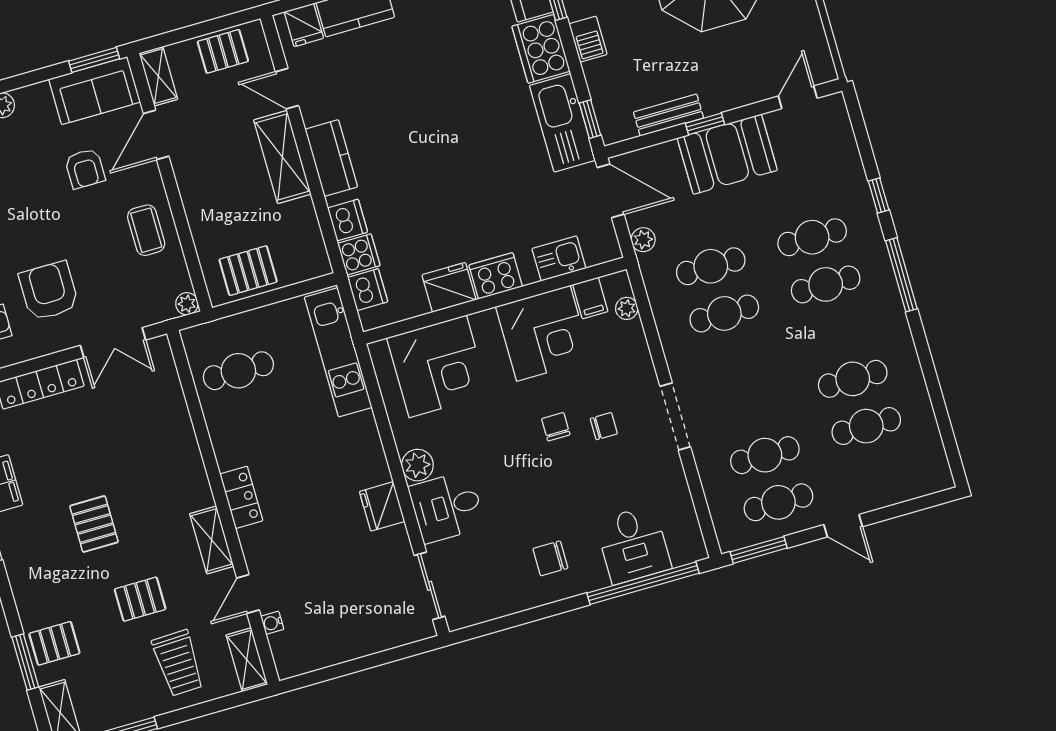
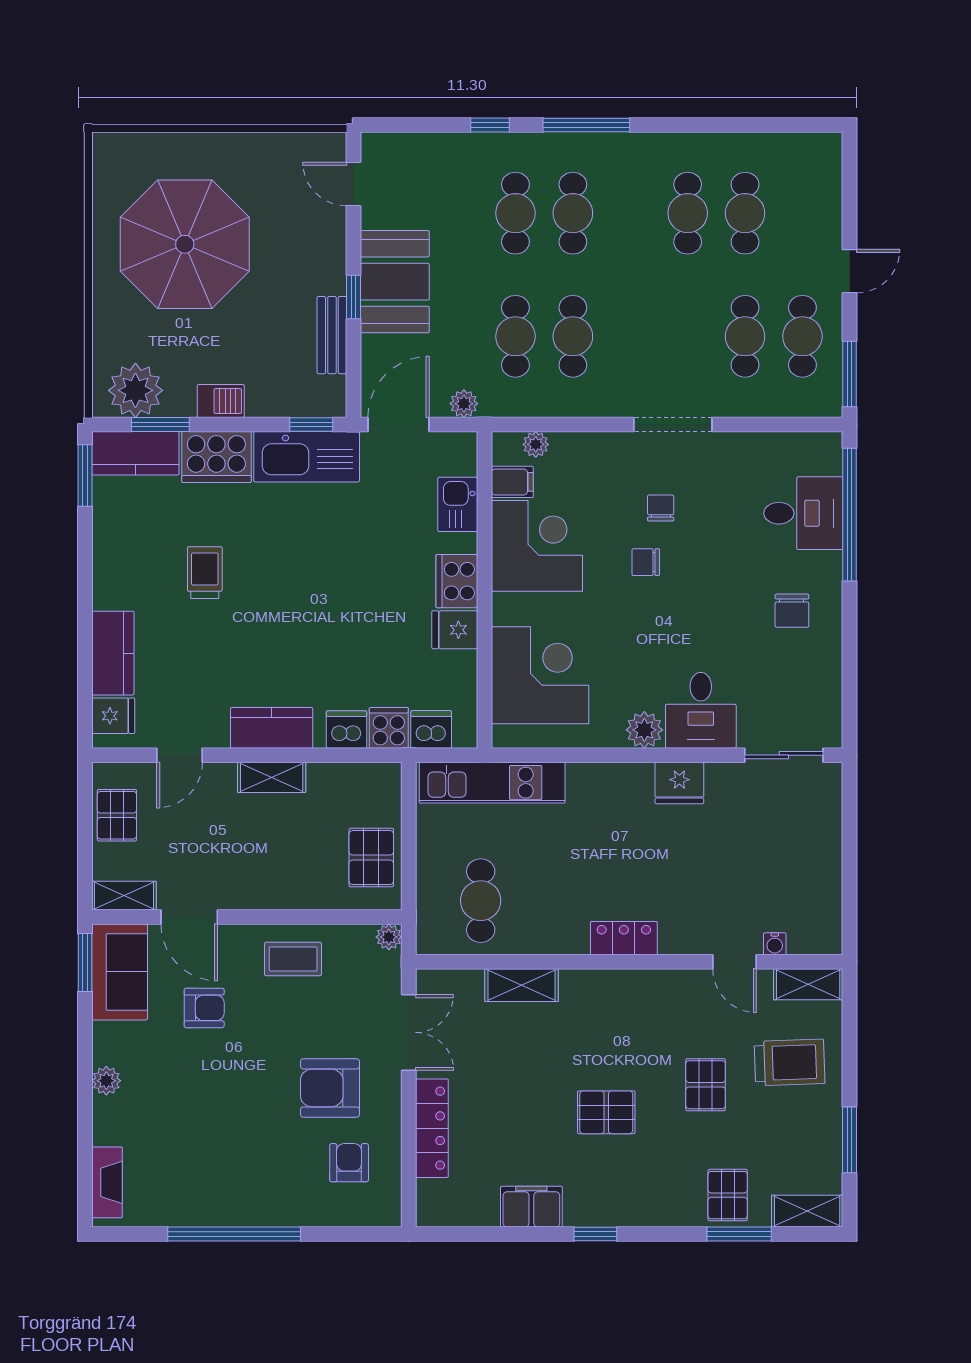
trolley: (443, 66) -> (205, 573), added
shelving: (282, 157) -> (272, 777), width x0.67, depth x0.75
fridge: (449, 287) -> (455, 630), width x0.72
shelving: (212, 540) -> (521, 985), moved

